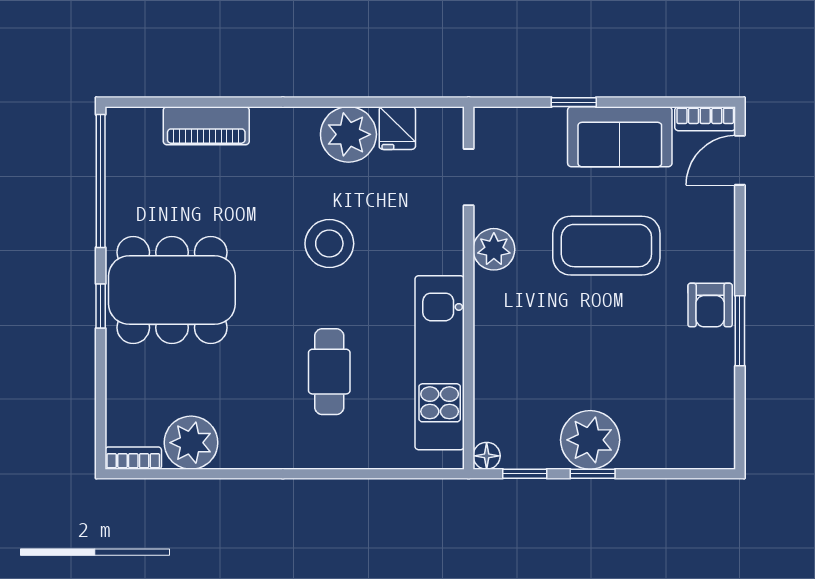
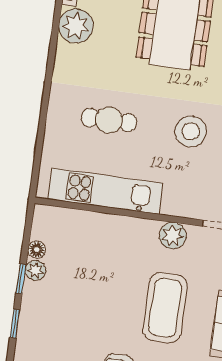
plant: (590, 440) -> (35, 270), width x0.53, depth x0.53
floor lamp: (487, 456) -> (37, 250), moved
window: (525, 474) -> (15, 324), moved

